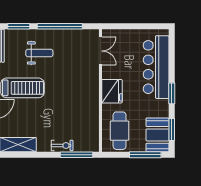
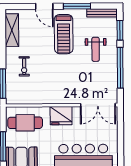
double door: (101, 51) -> (98, 105), width x1.37
exercise bike: (62, 145) -> (24, 66), moved

